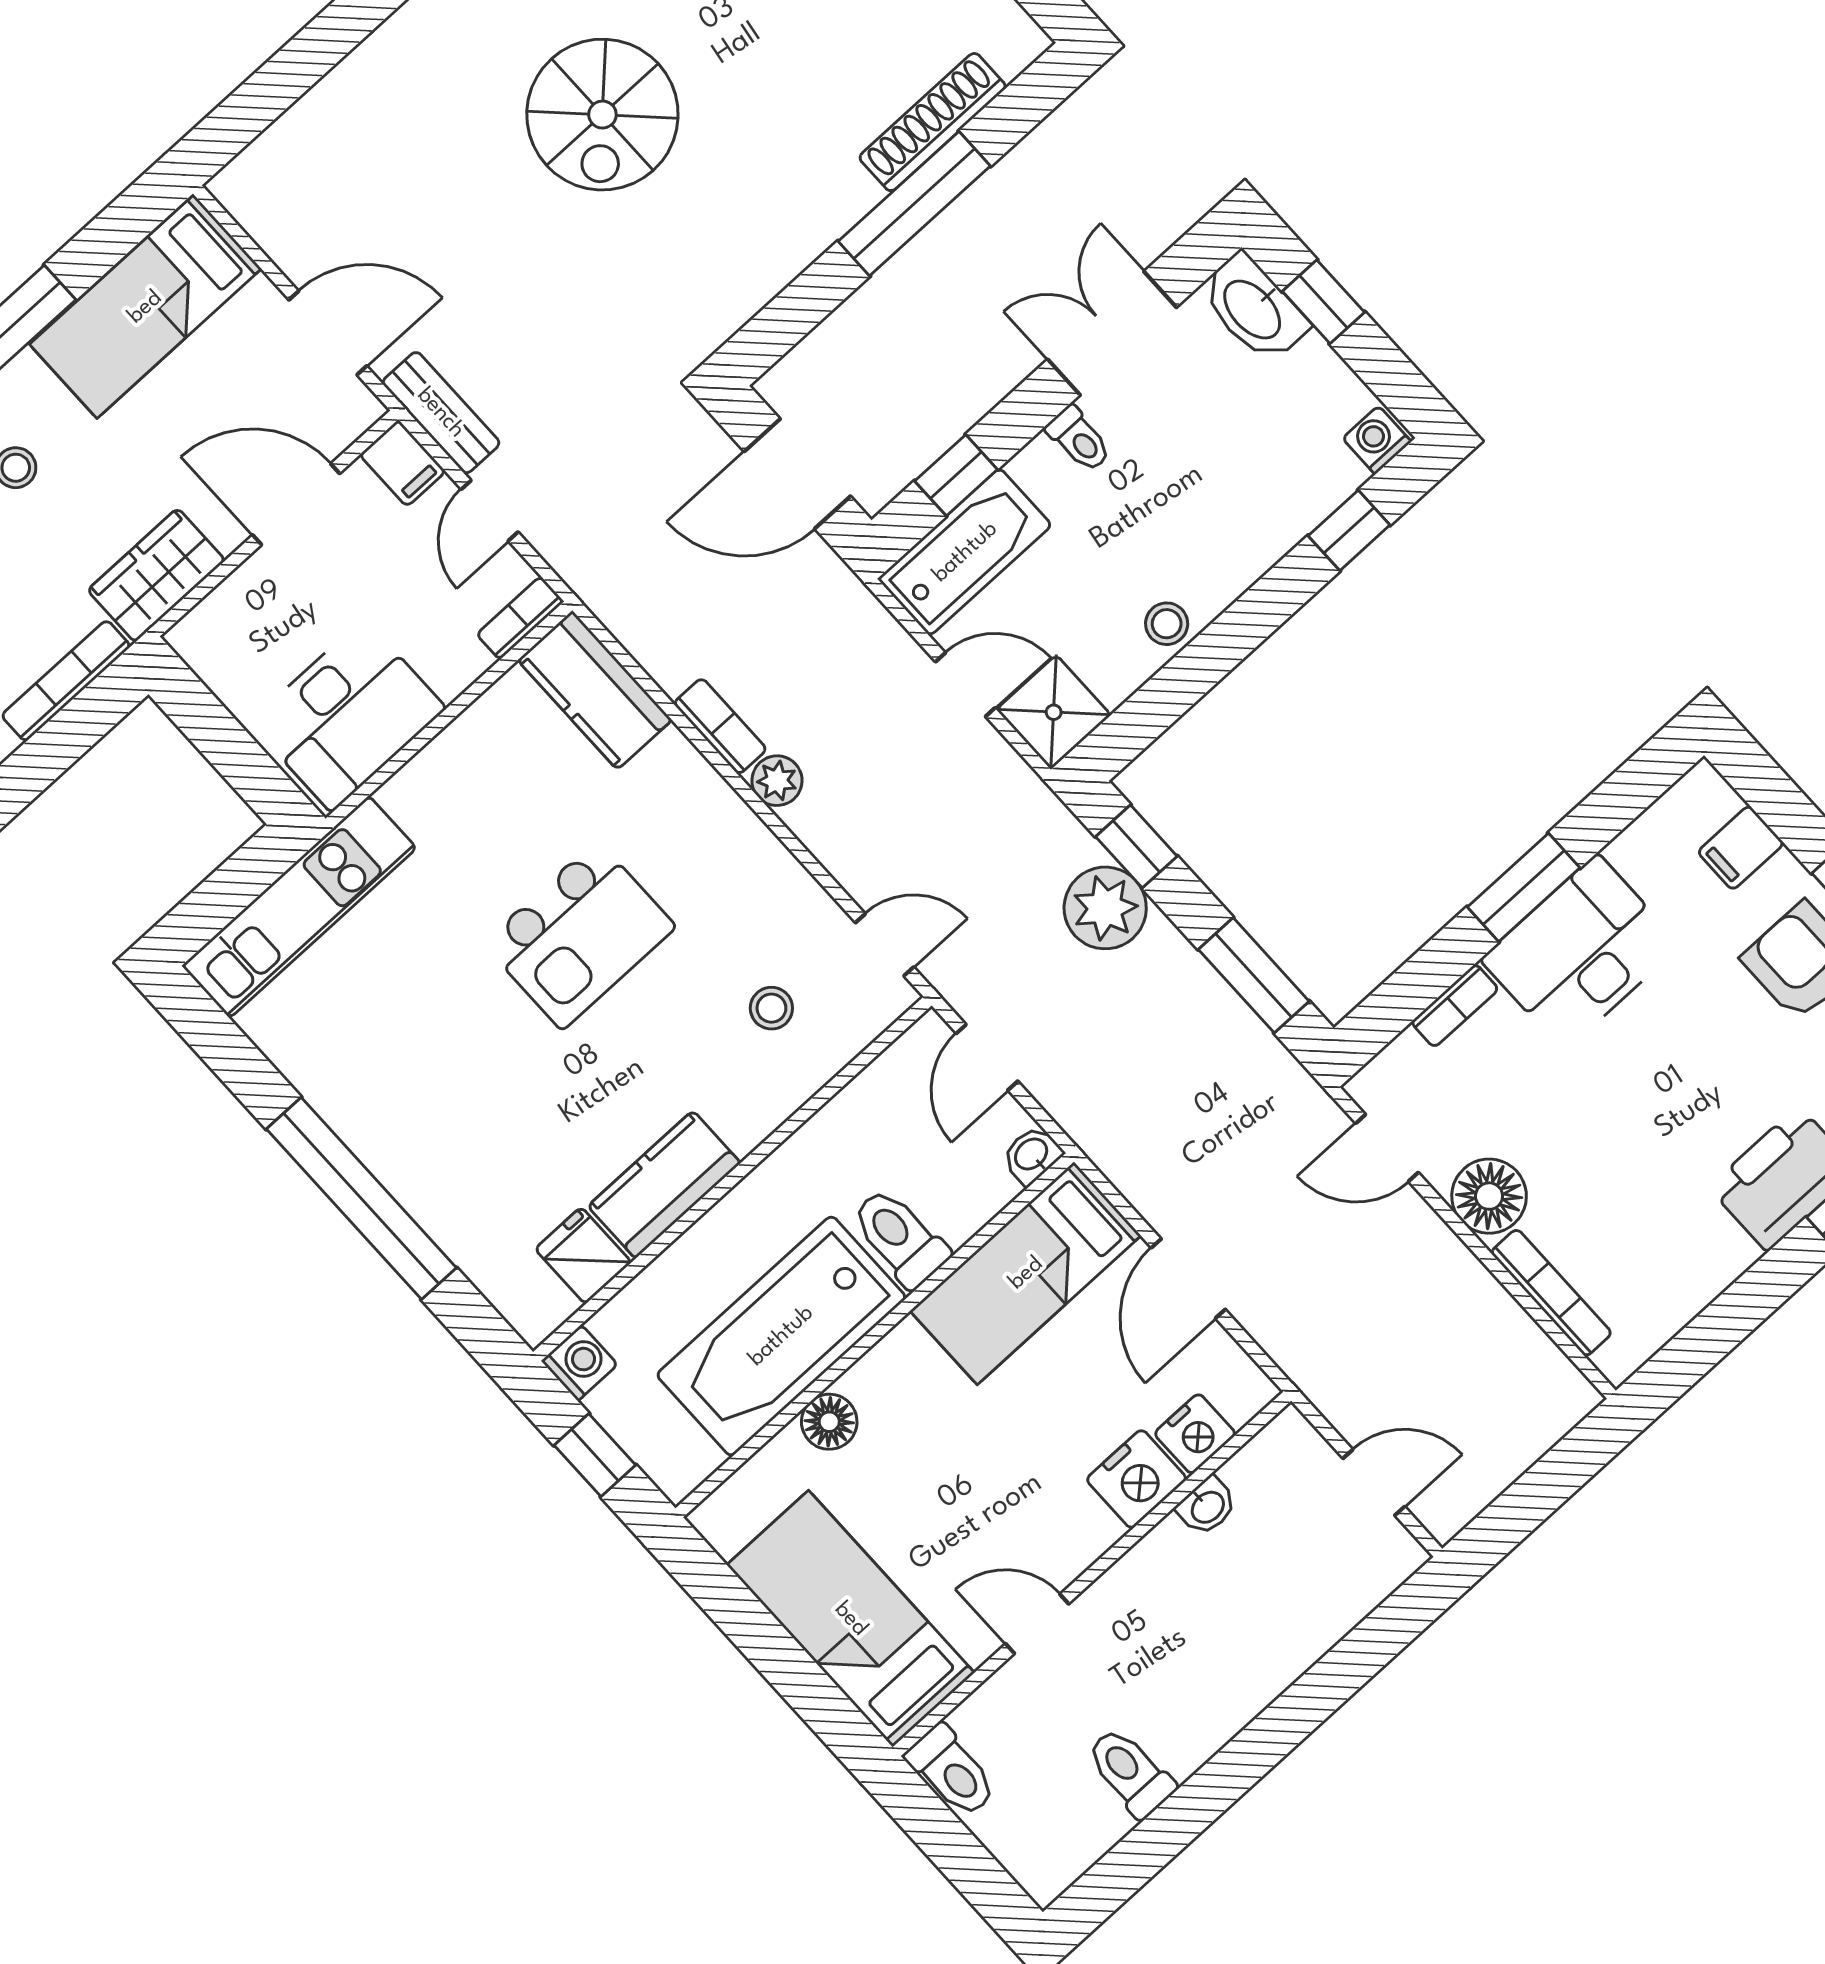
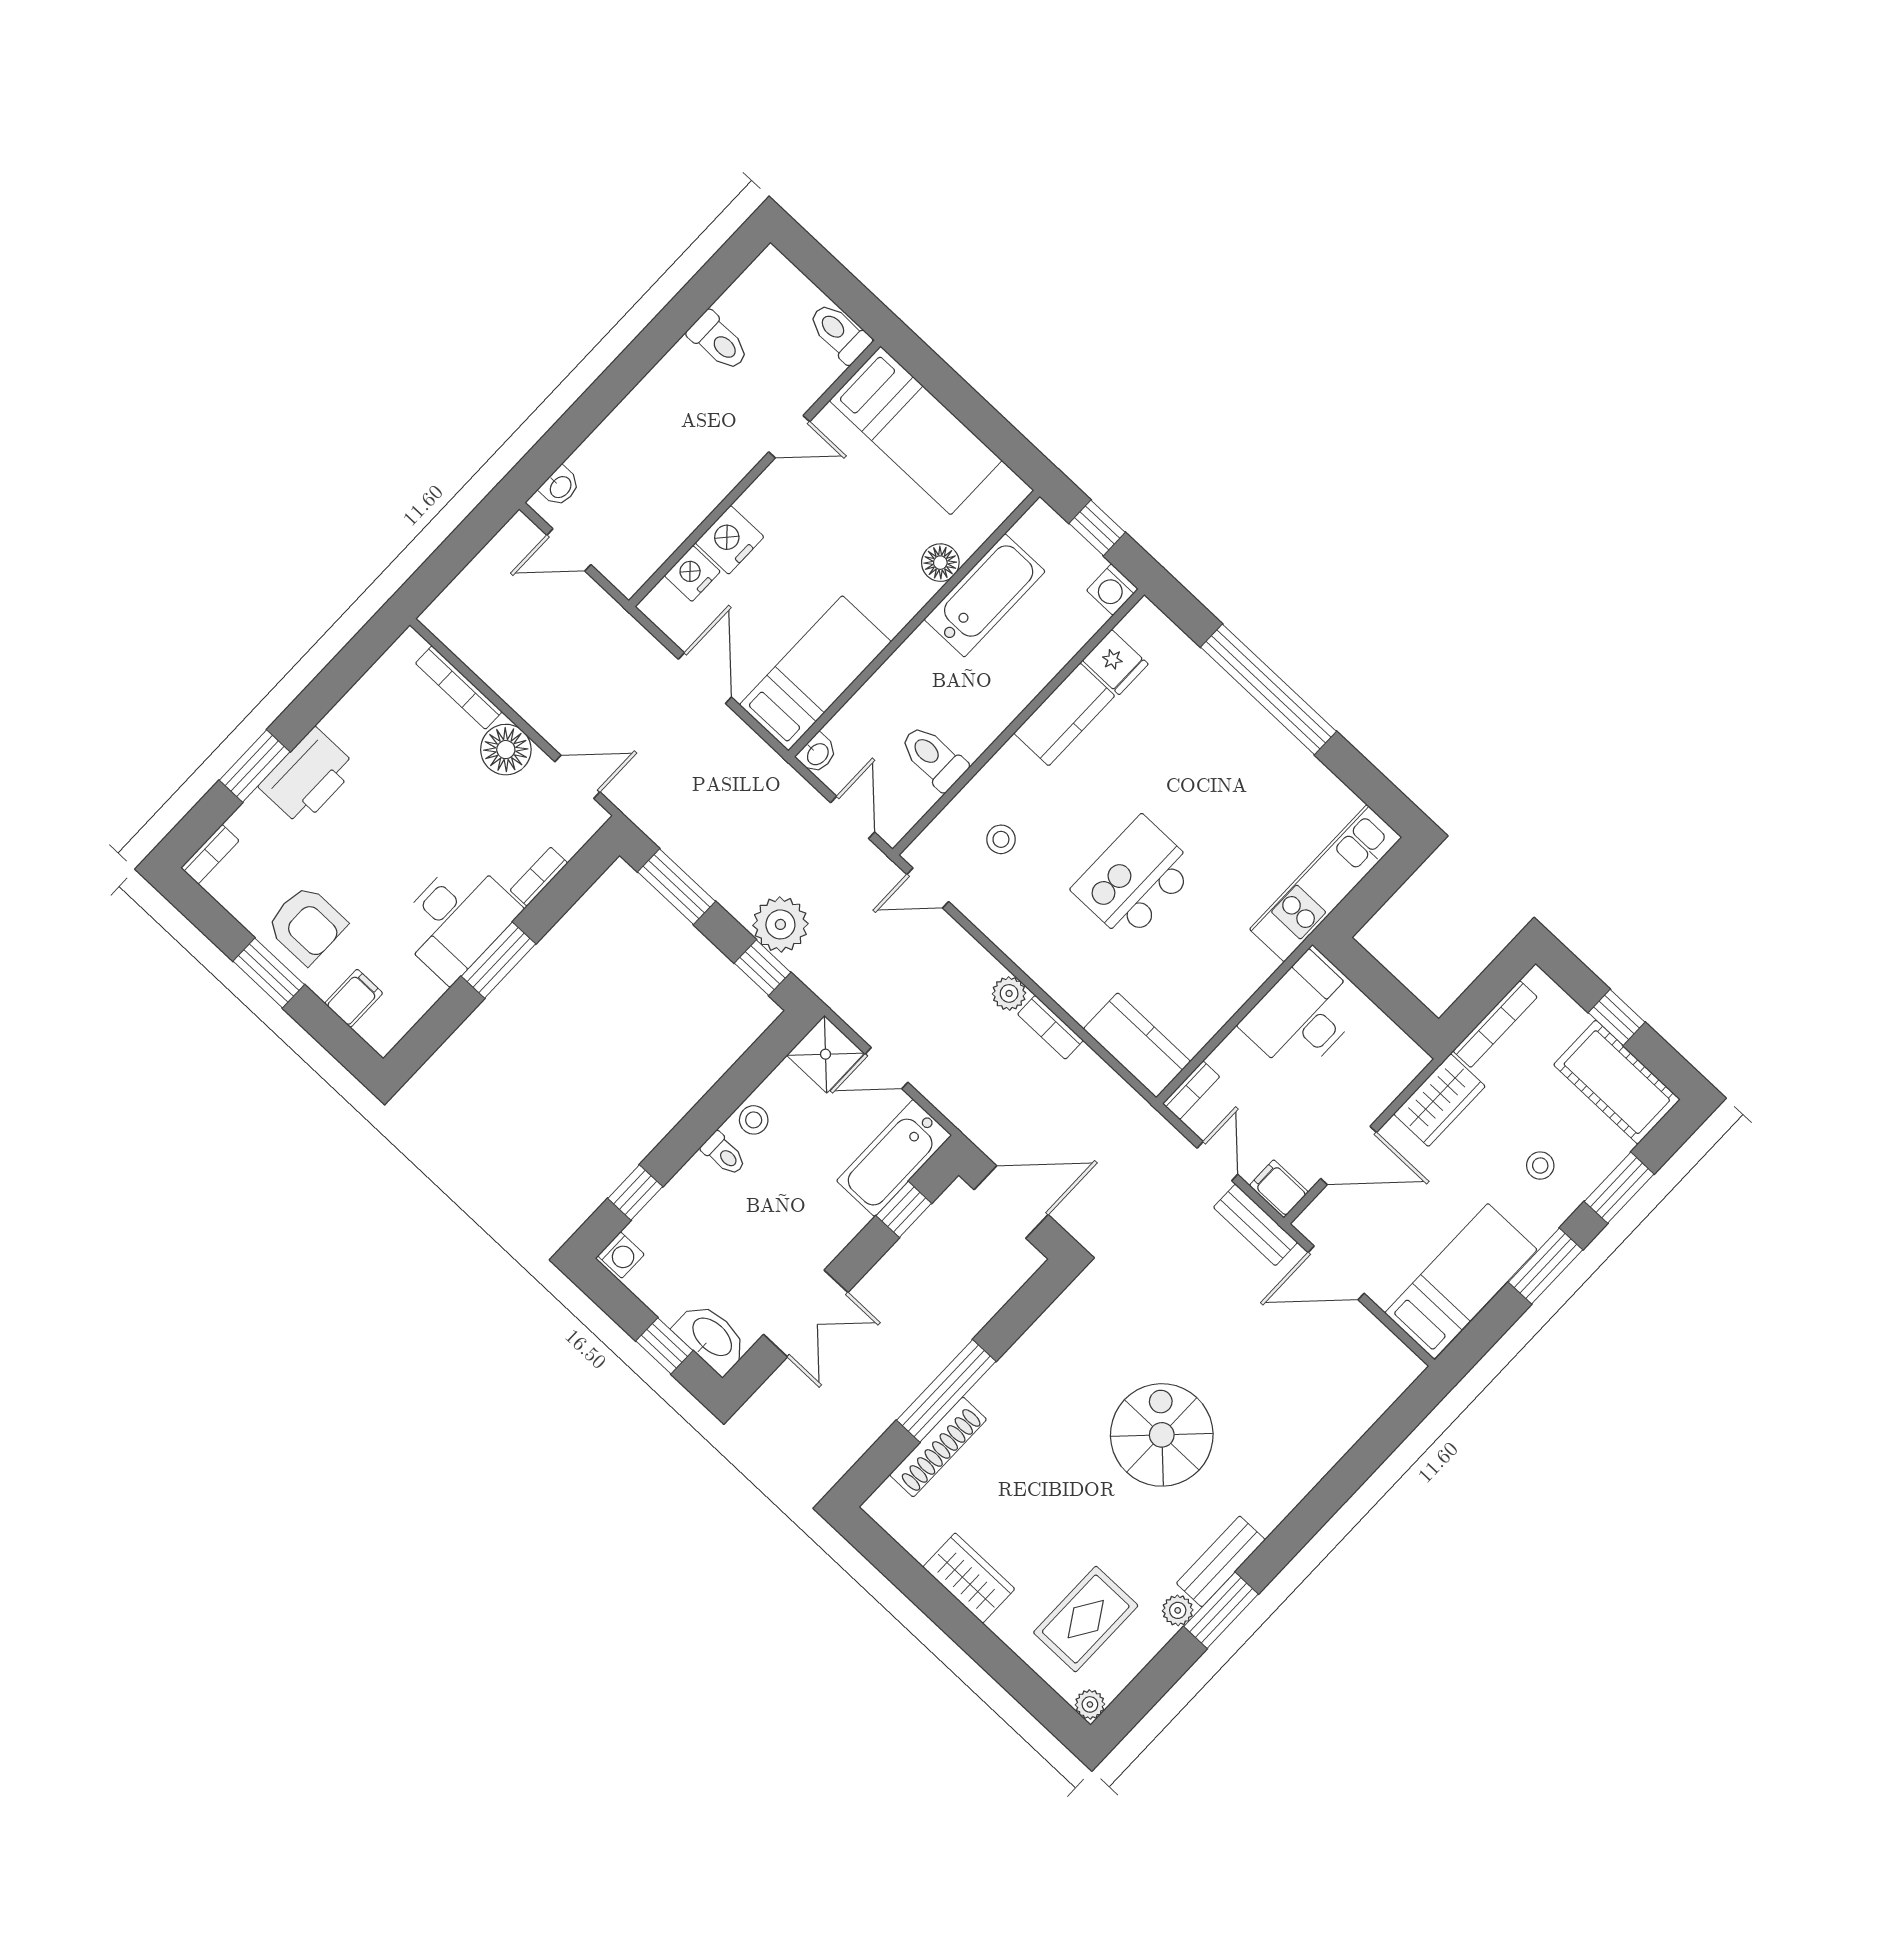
toilet: (1079, 439) -> (724, 1154), moved, turned 180
toilet: (900, 1237) -> (933, 757), moved, turned 180
bathtub: (781, 1336) -> (985, 595), width x0.73, depth x0.73
washbasin: (1207, 1506) -> (560, 486), moved, turned 180

